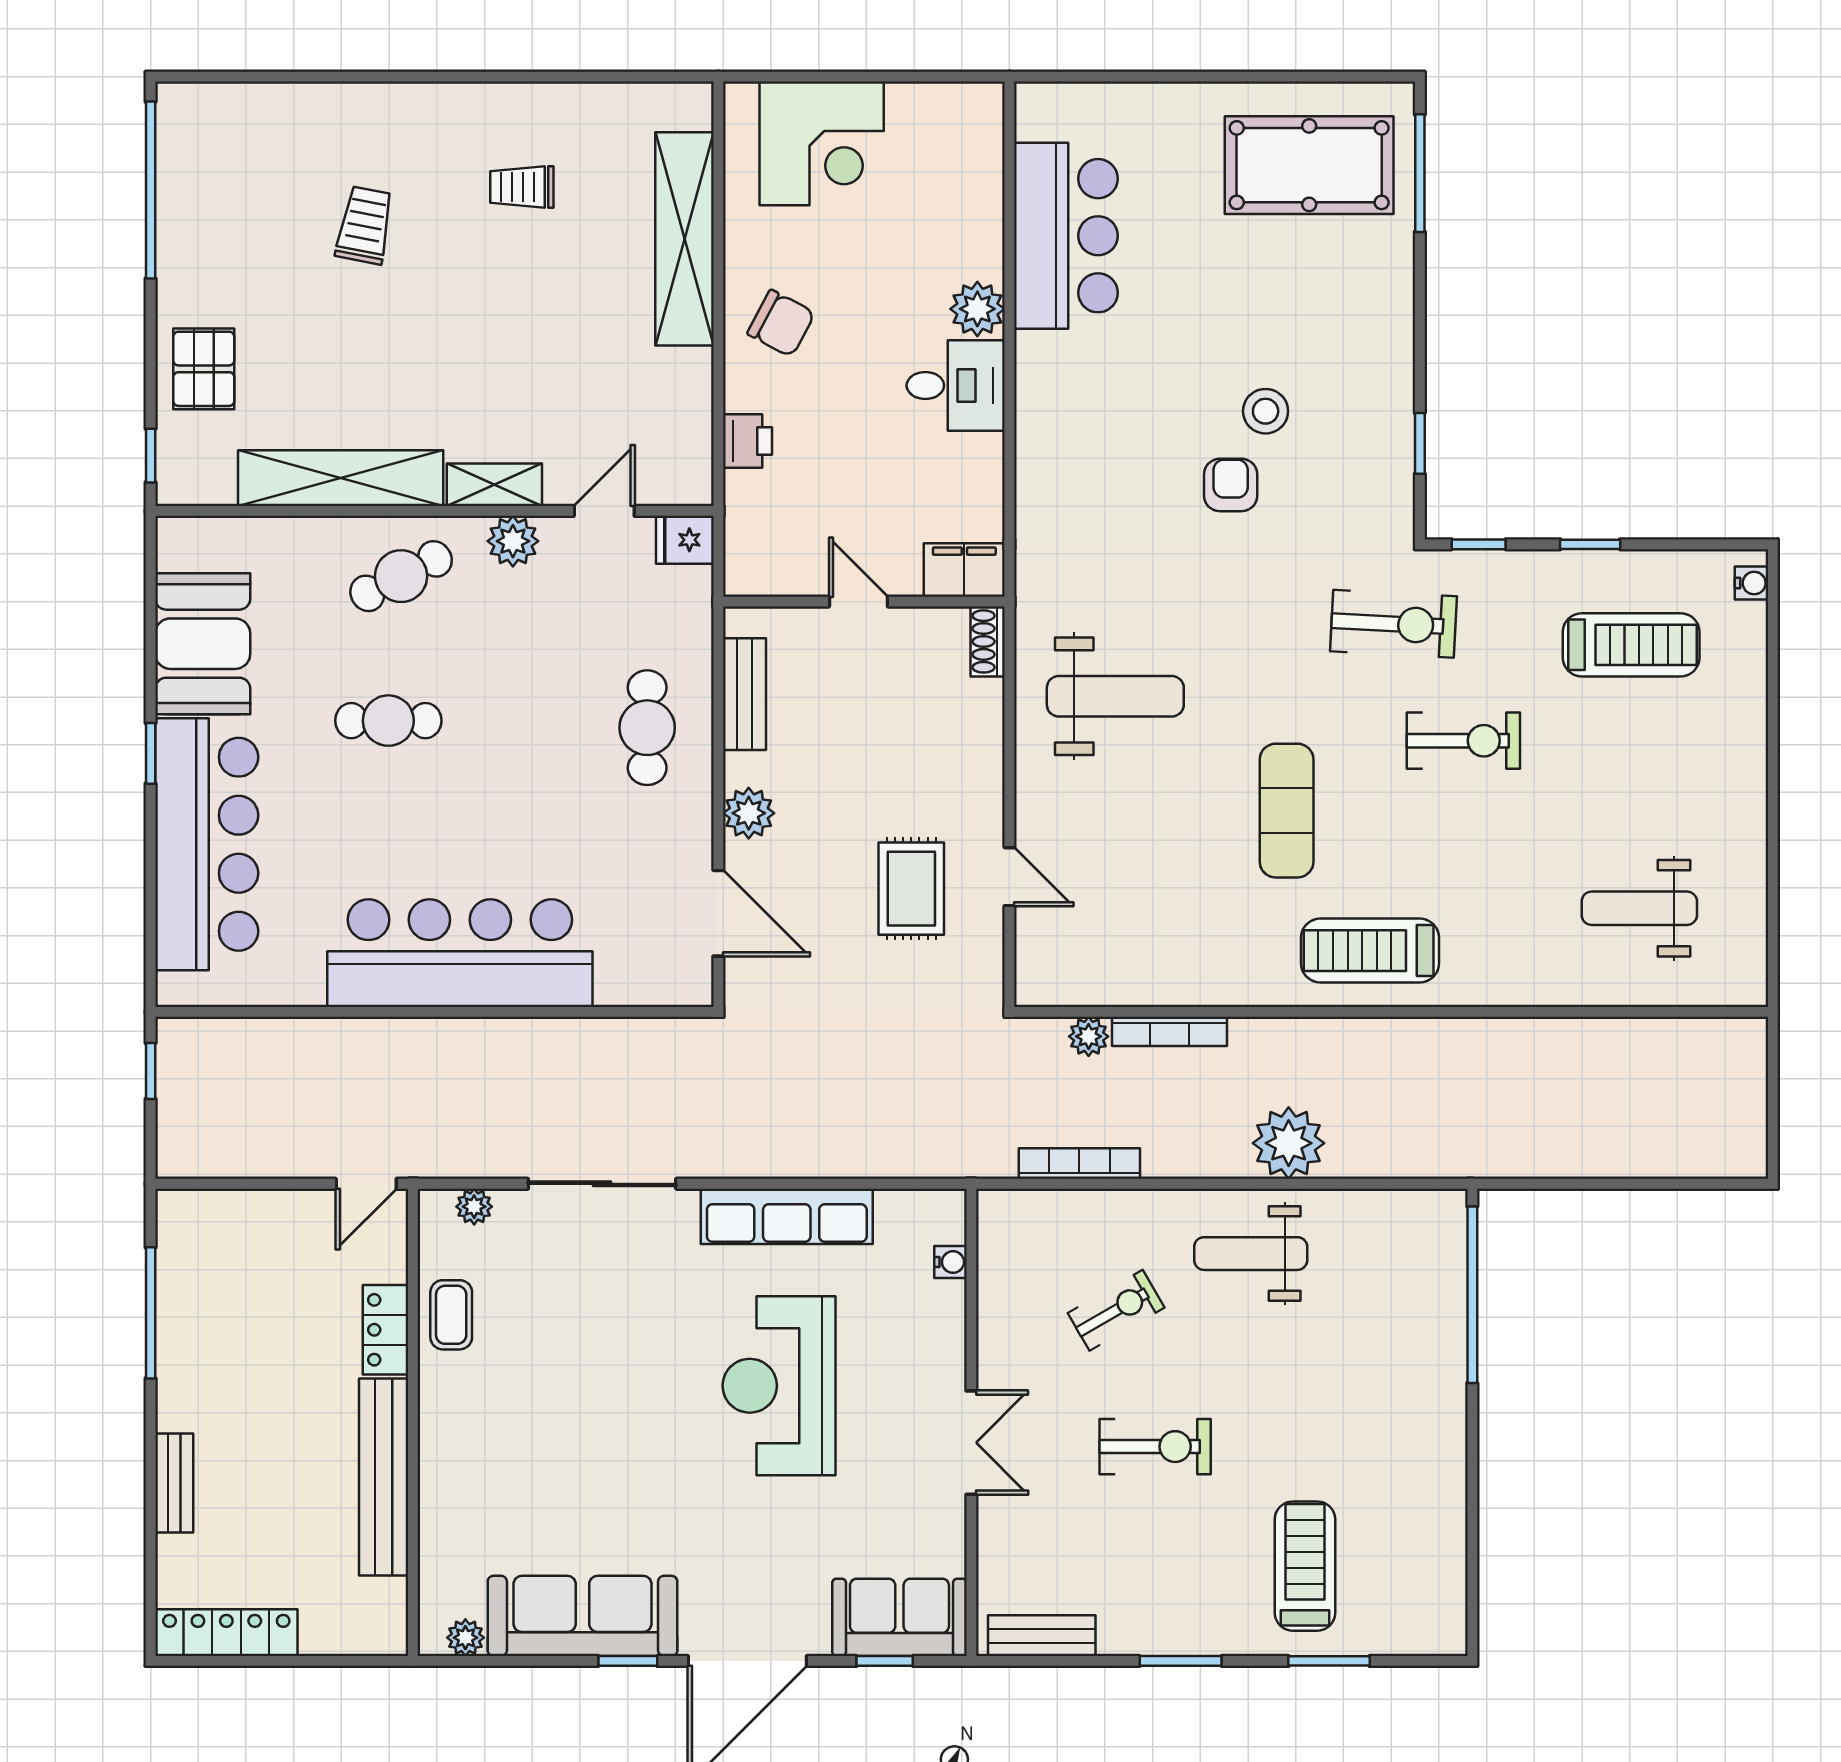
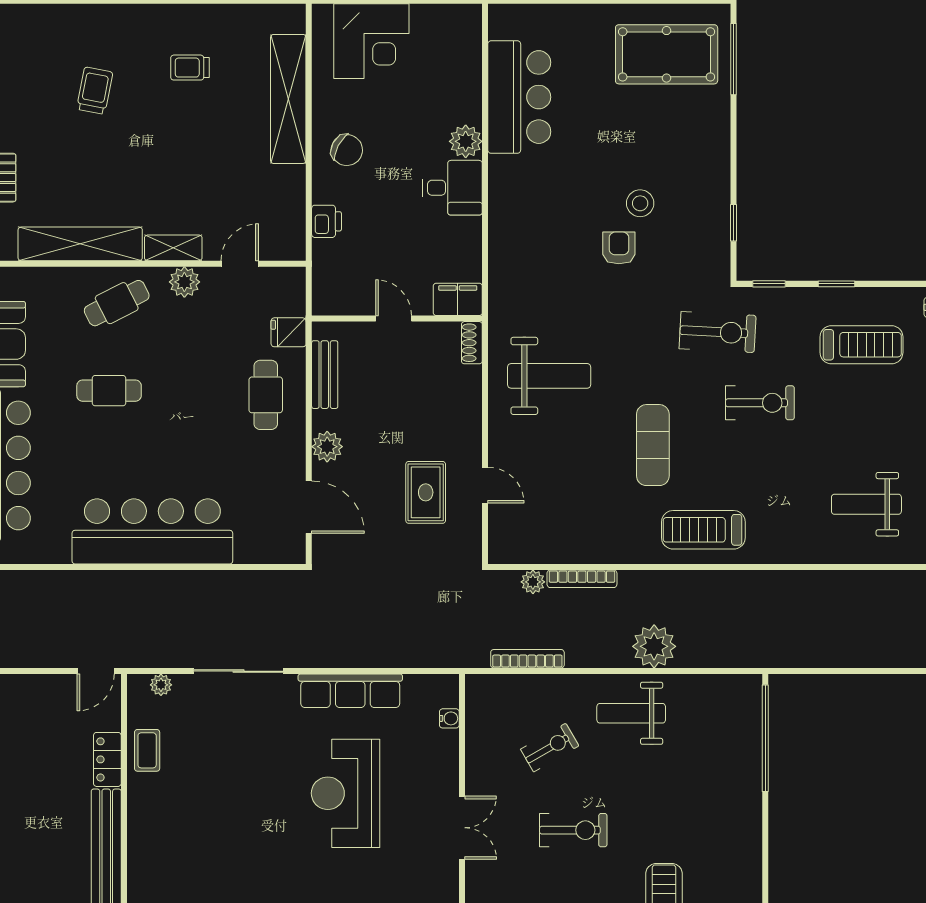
fridge: (685, 540) -> (289, 332), moved

